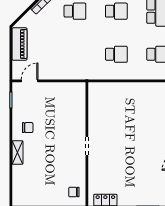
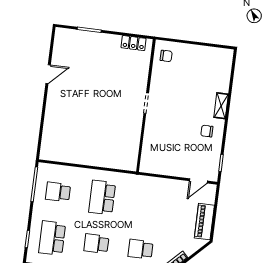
school desk: (116, 54) -> (102, 197), width x1.85

